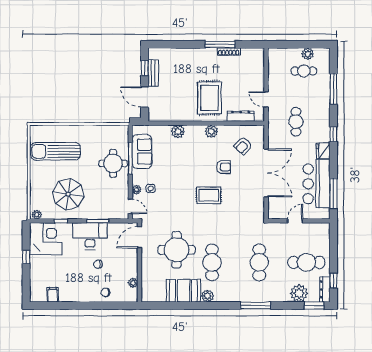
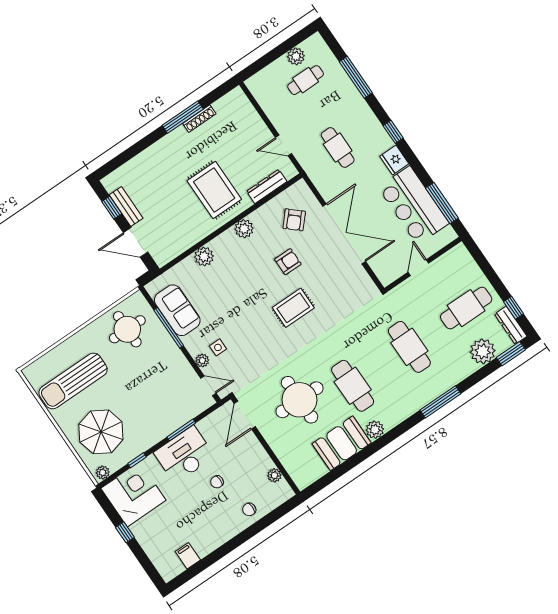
round table: (113, 163) -> (127, 329), moved
parasol: (68, 194) -> (101, 432), moved

